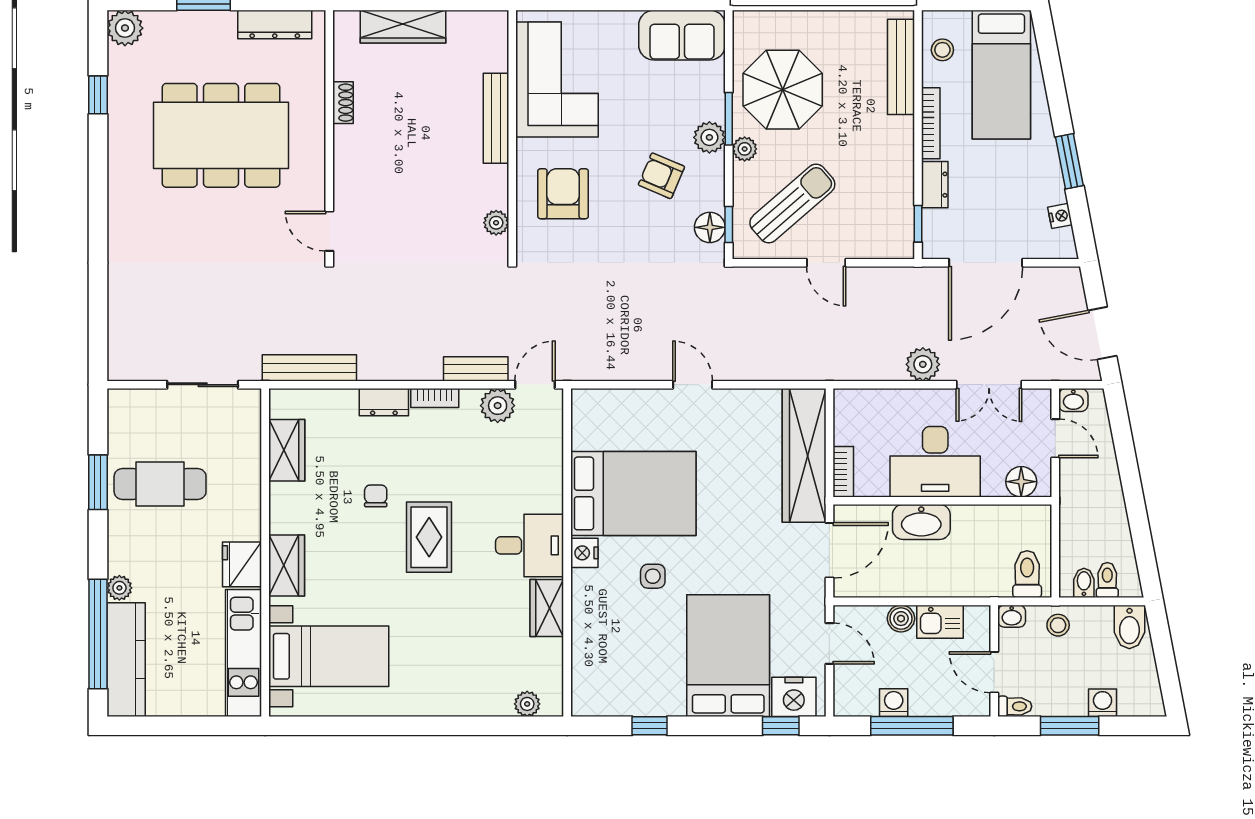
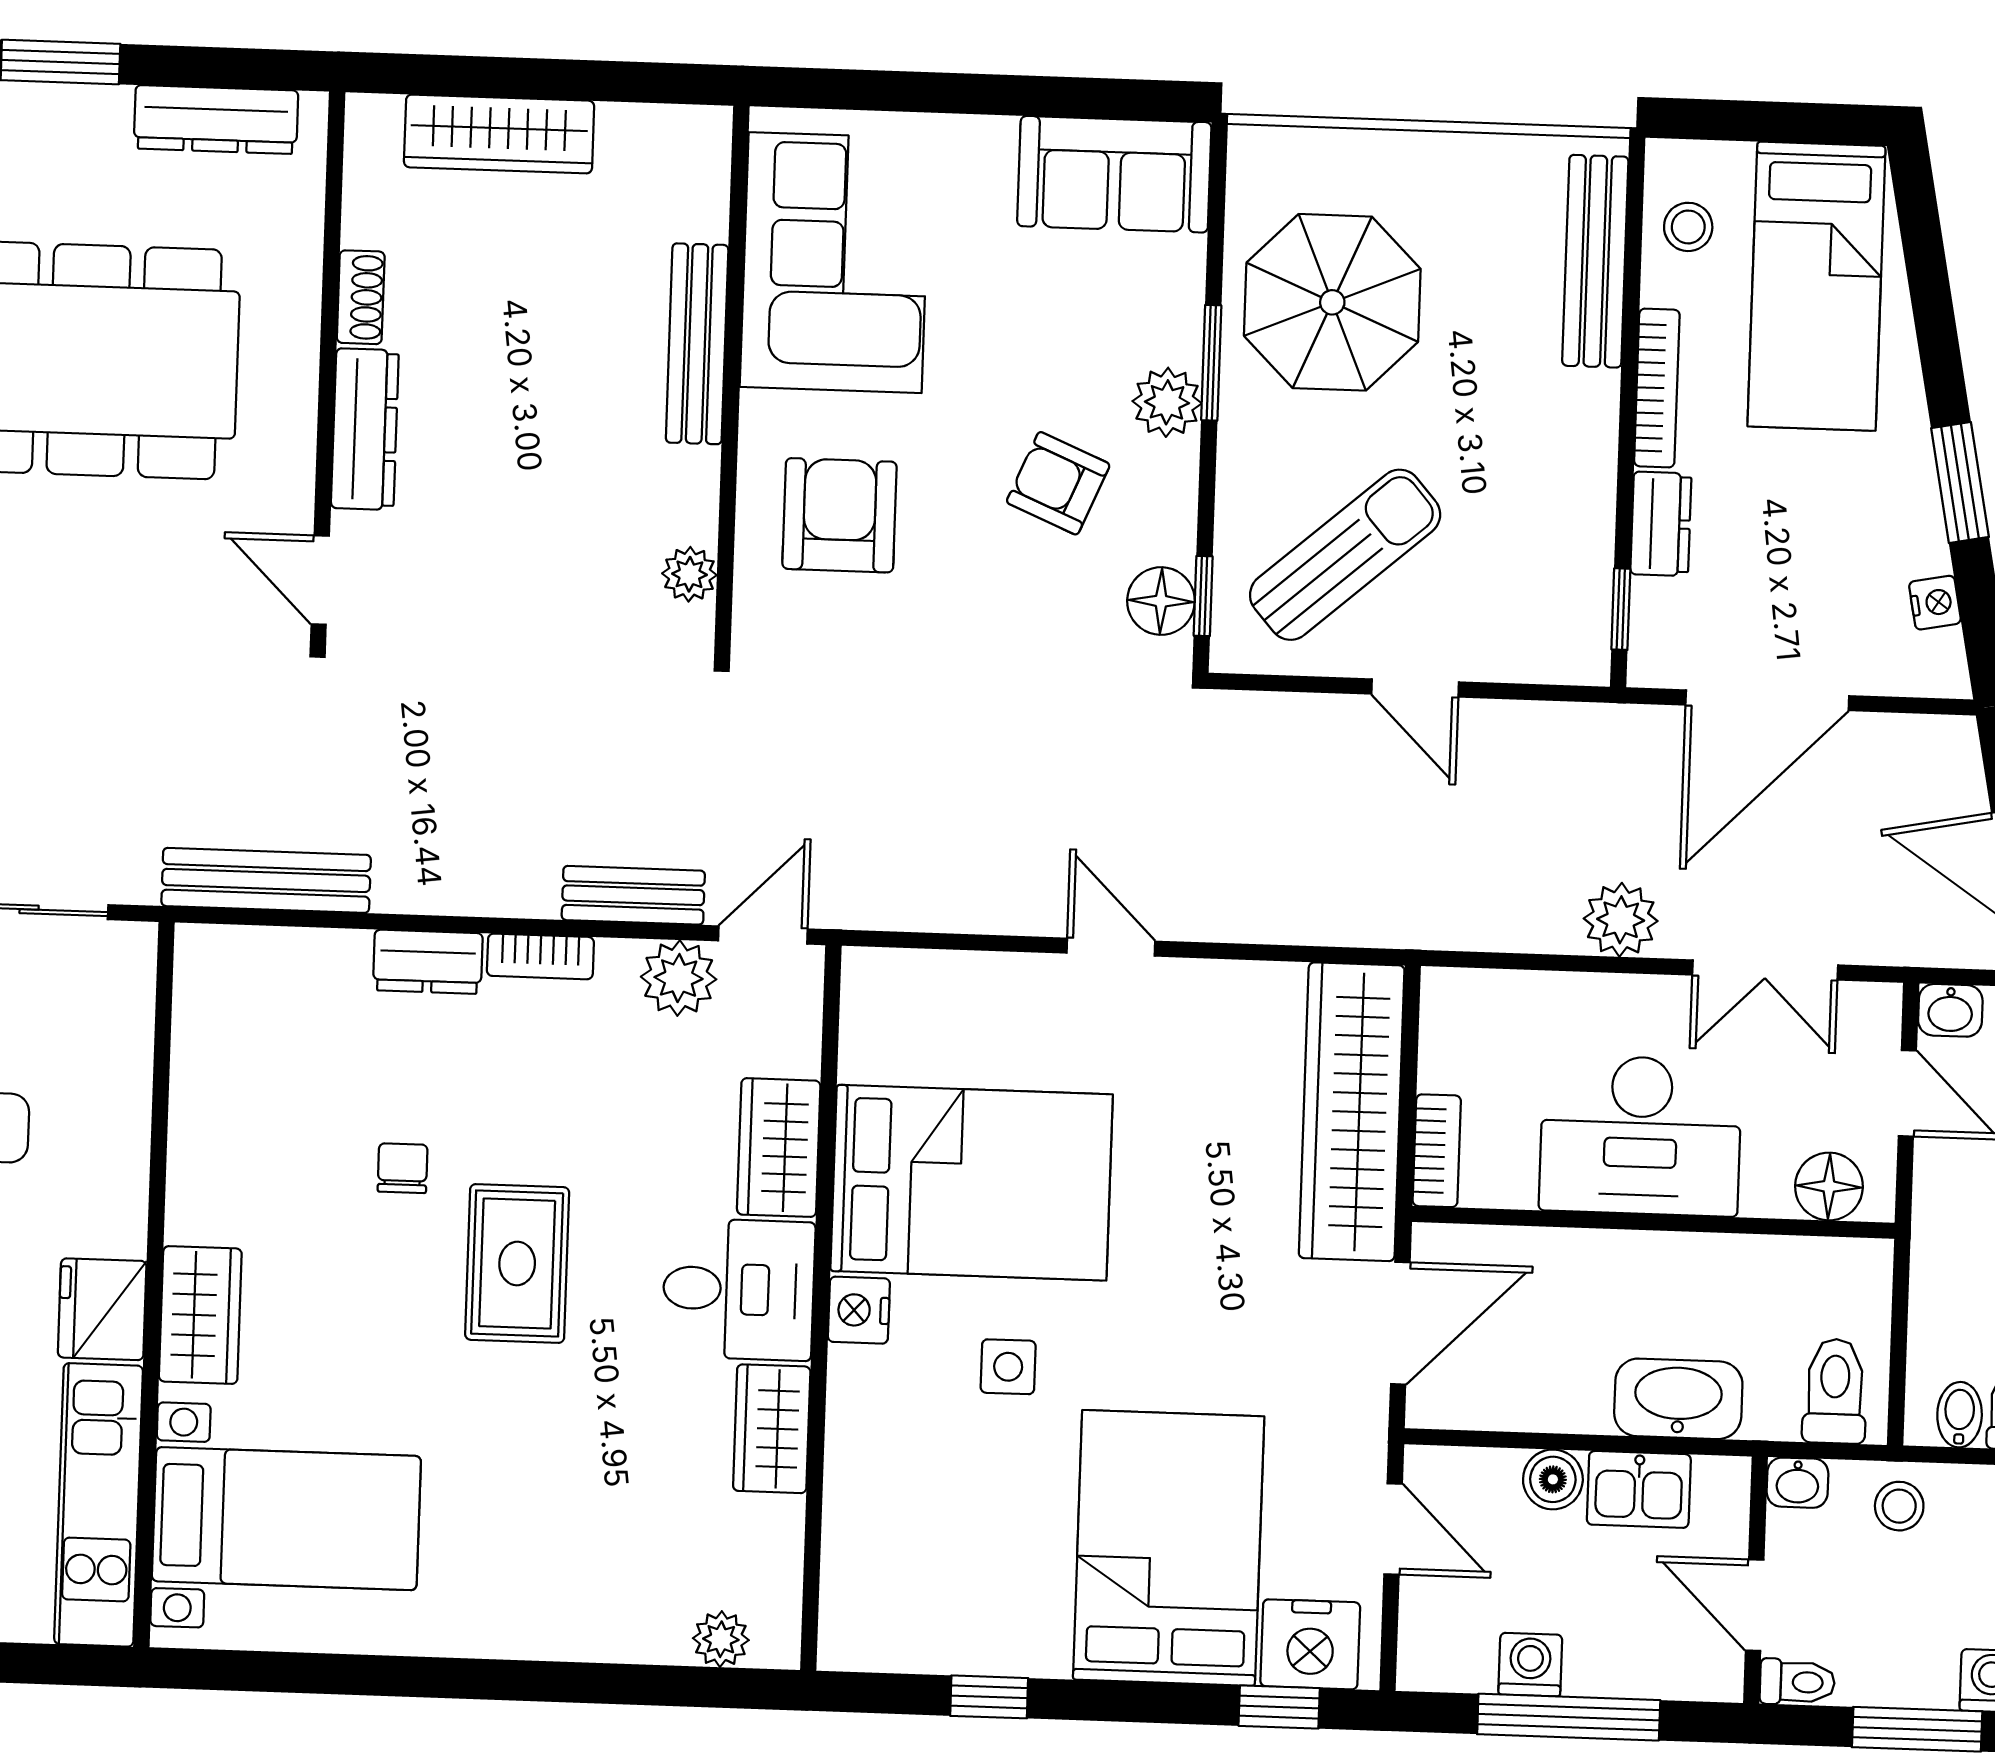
plant: (745, 149) -> (1244, 430), removed
dresser: (347, 162) -> (365, 429), added
wardrobe: (287, 450) -> (779, 1148), moved, turned 180
washbasin: (921, 522) -> (1678, 1399), moved, turned 180

